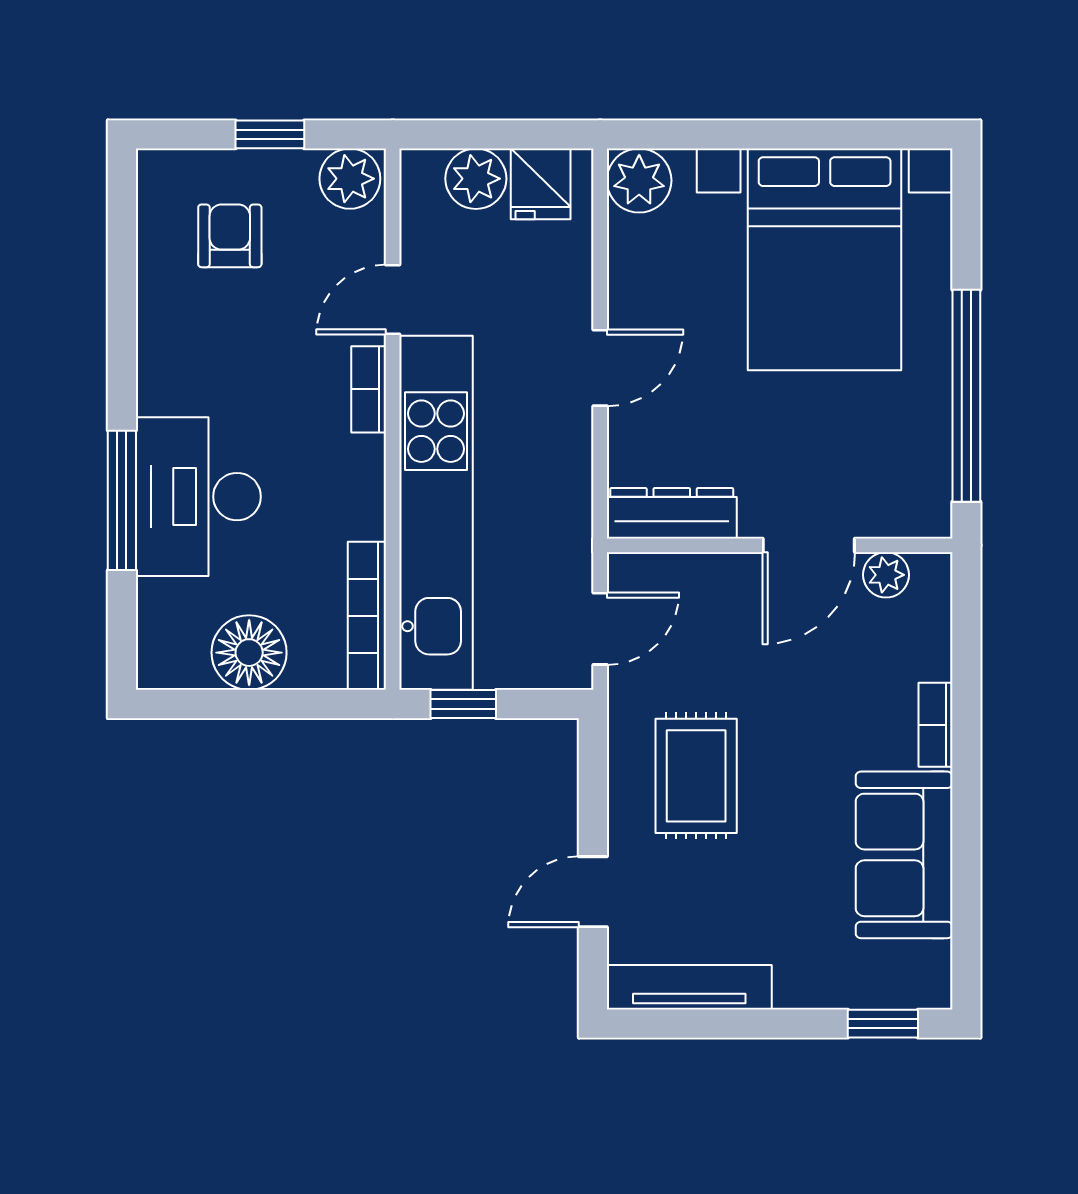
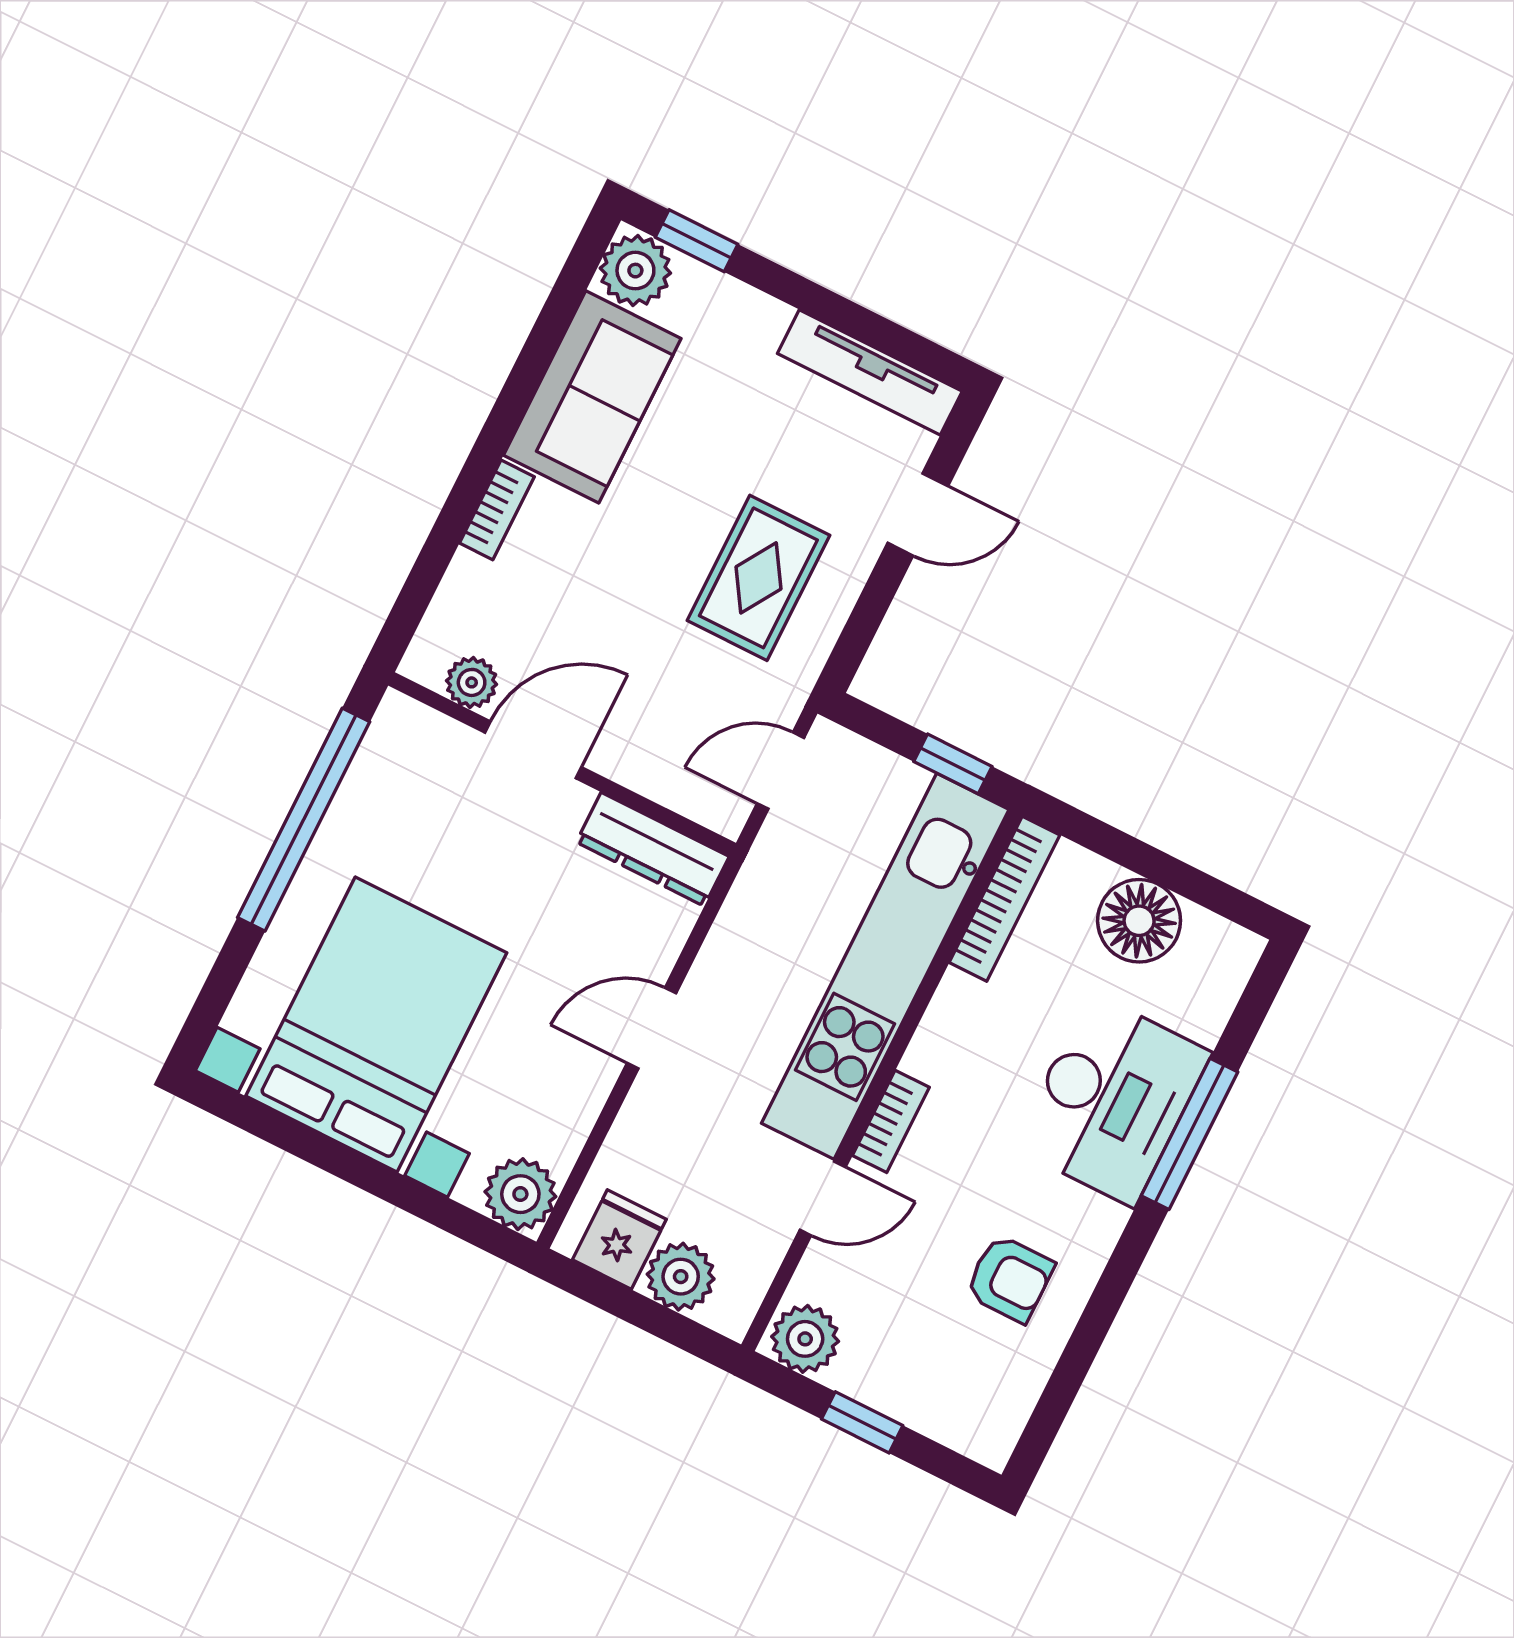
armchair: (230, 236) -> (1010, 1279), moved, turned -90
plant: (920, 975) -> (635, 271), added

